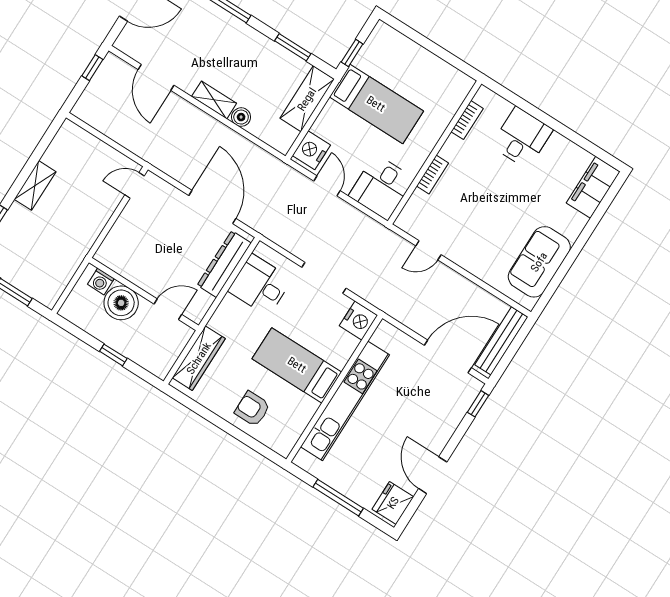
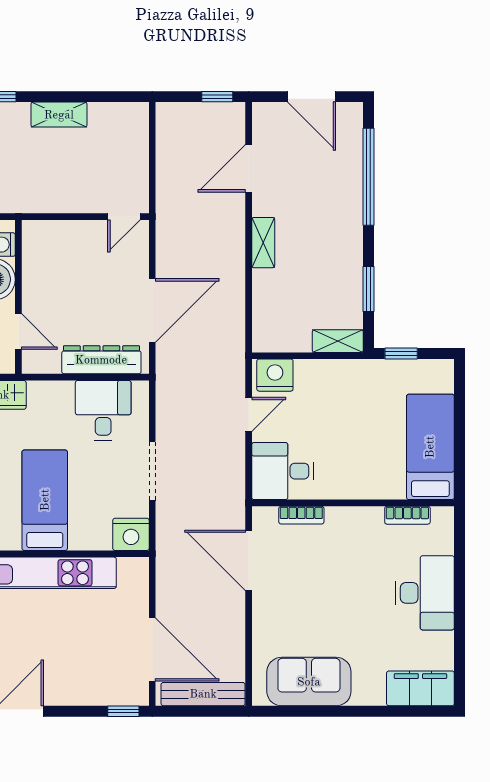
shelving: (307, 99) -> (338, 341), width x0.67, depth x0.75
bed: (376, 104) -> (430, 447), moved, turned 180
boiler: (241, 117) -> (263, 281), removed
desk: (522, 138) -> (425, 593), width x1.37
bookcase: (433, 174) -> (301, 515), moved
door: (135, 185) -> (124, 217), swing flipped
door: (428, 250) -> (249, 560), width x1.88

